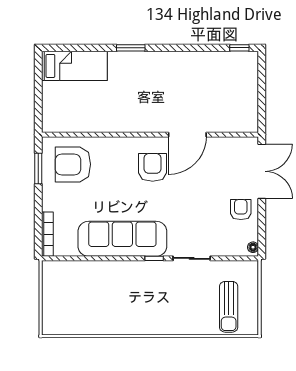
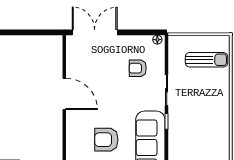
armchair: (153, 167) -> (106, 140), moved
armchair: (241, 210) -> (138, 68), moved

